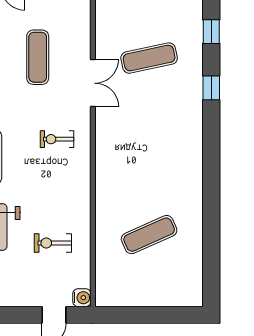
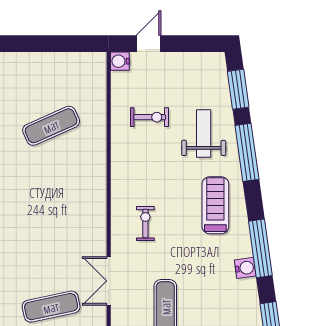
exercise bike: (57, 139) -> (145, 223), turned -90

